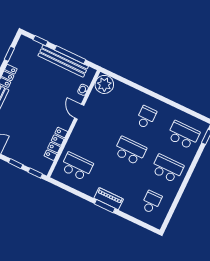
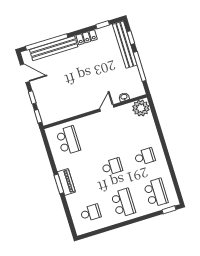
bench: (63, 61) -> (125, 45), moved
locker: (56, 144) -> (71, 112), removed
school desk: (130, 151) -> (112, 167), width x0.54

